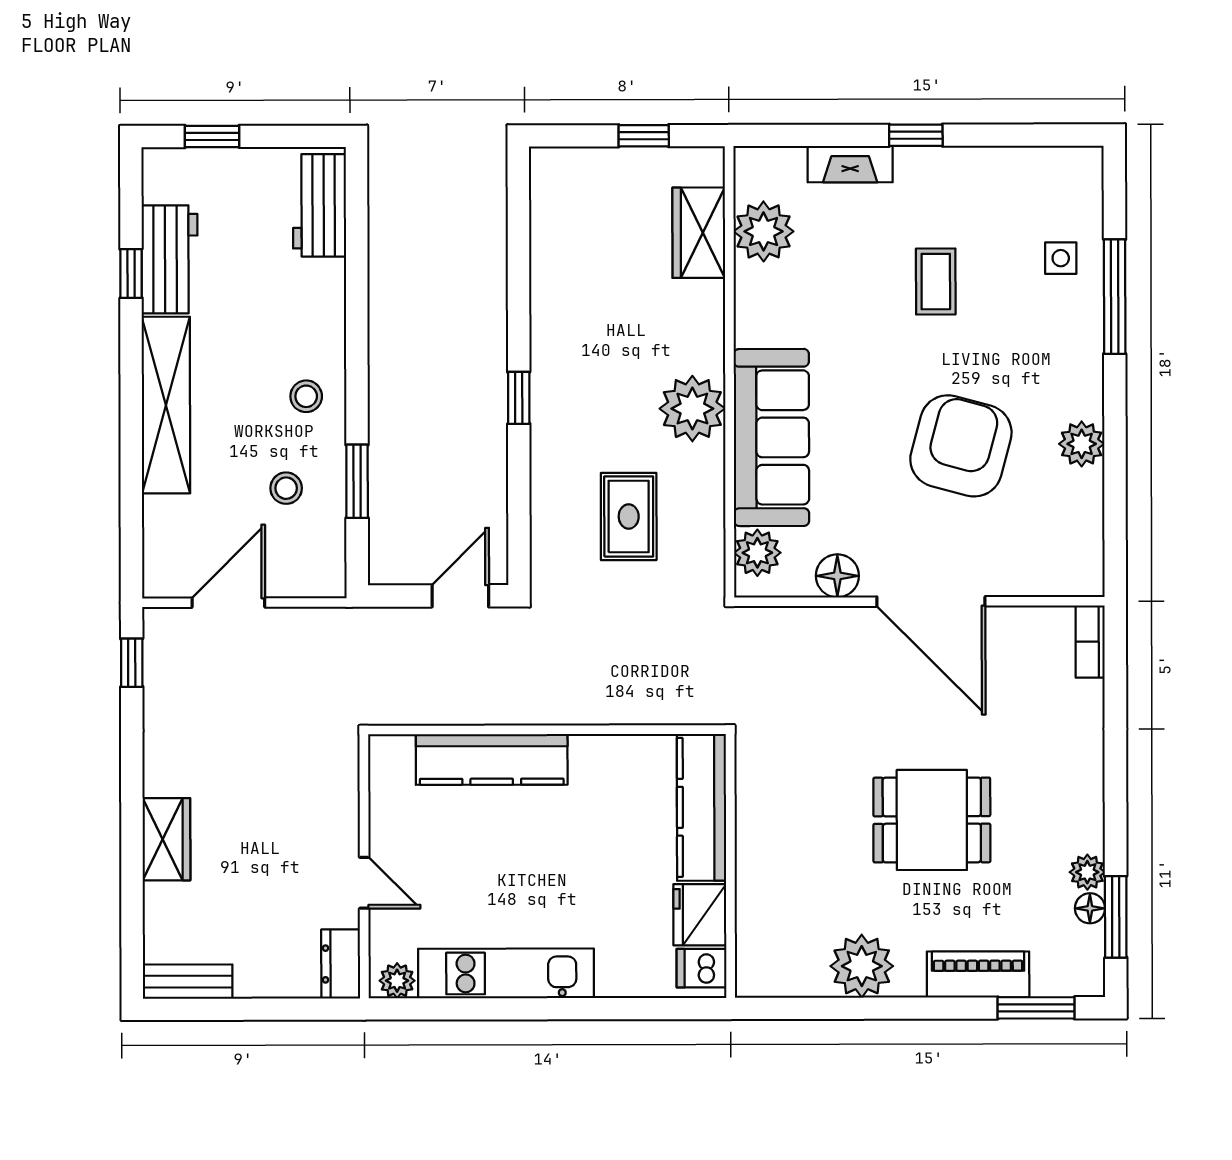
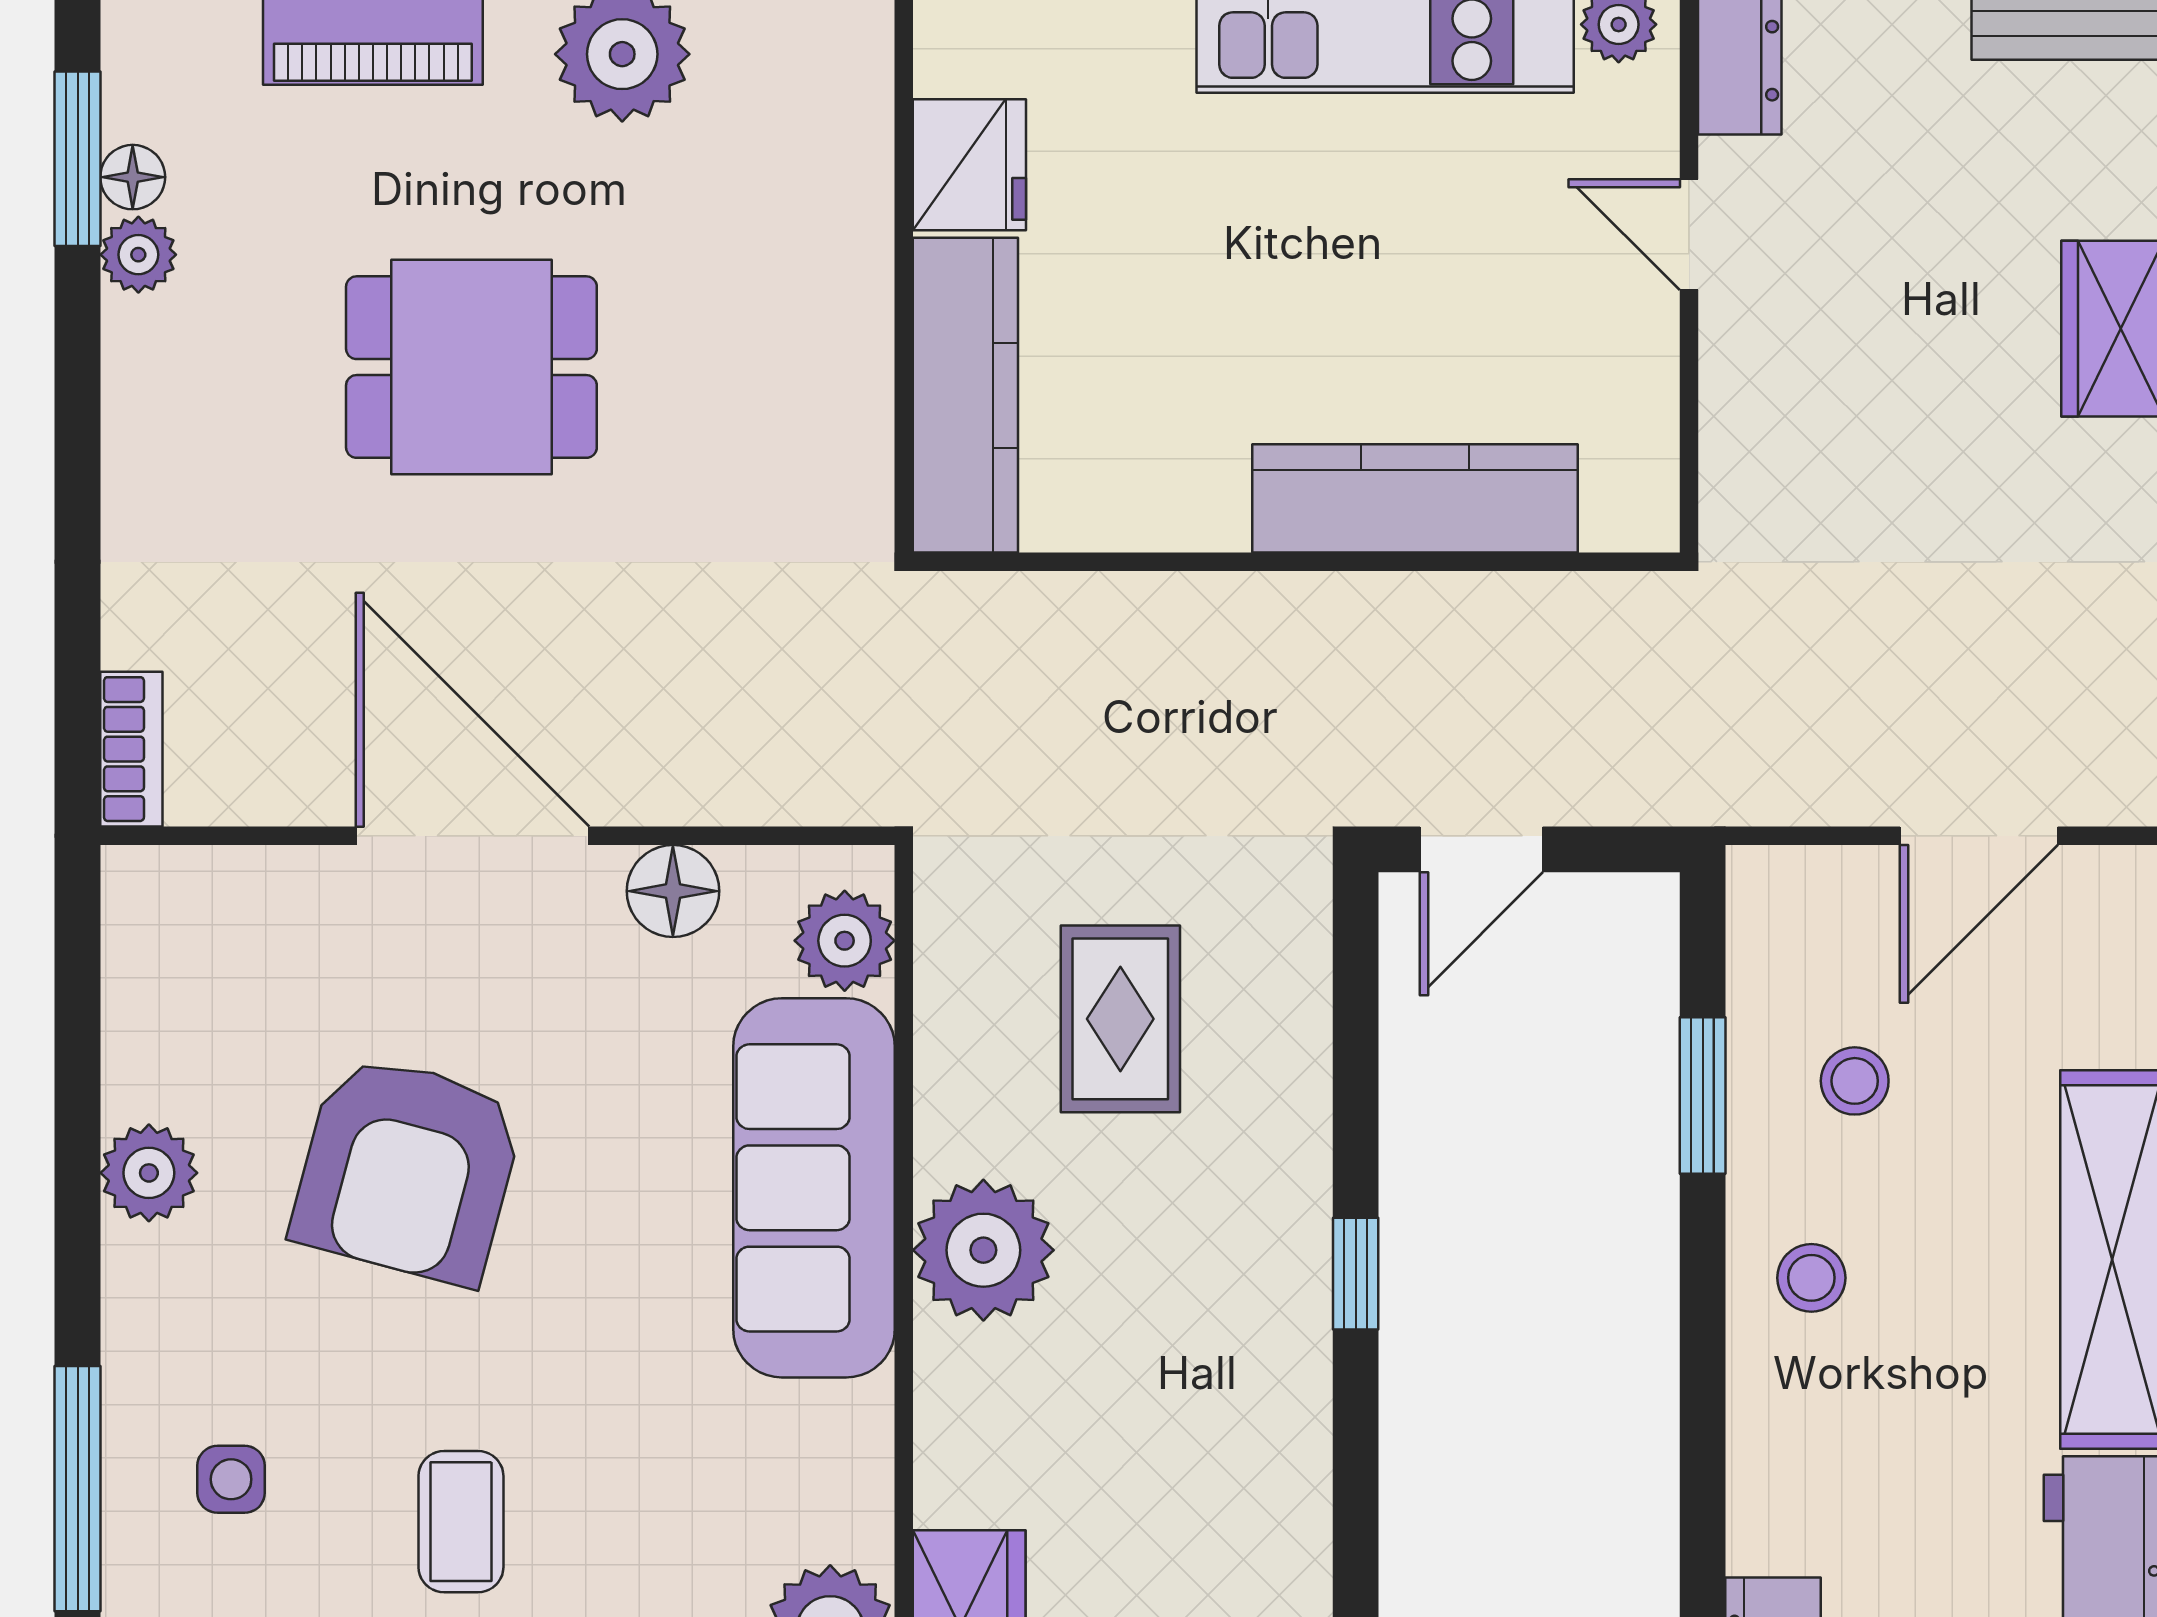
side table: (1061, 258) -> (231, 1479), moved
dishwasher: (701, 968) -> (966, 50), removed

